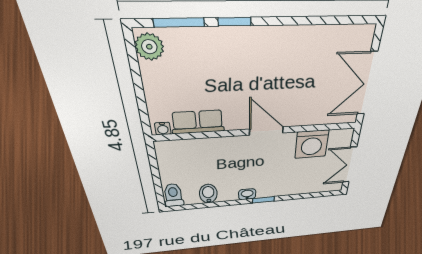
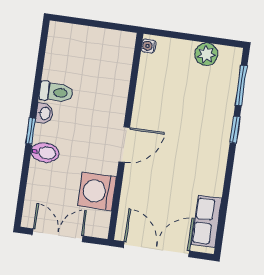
plant: (149, 47) -> (206, 54), moved
row of seats: (198, 122) -> (207, 221), moved, turned 180
bidet: (208, 194) -> (45, 153), moved
toilet: (173, 195) -> (56, 92), moved

